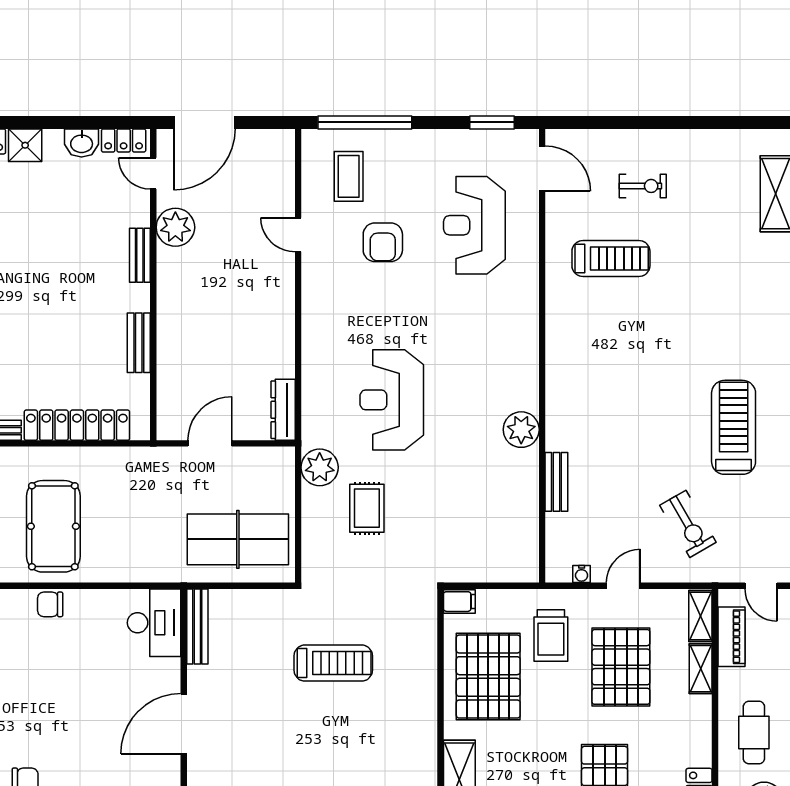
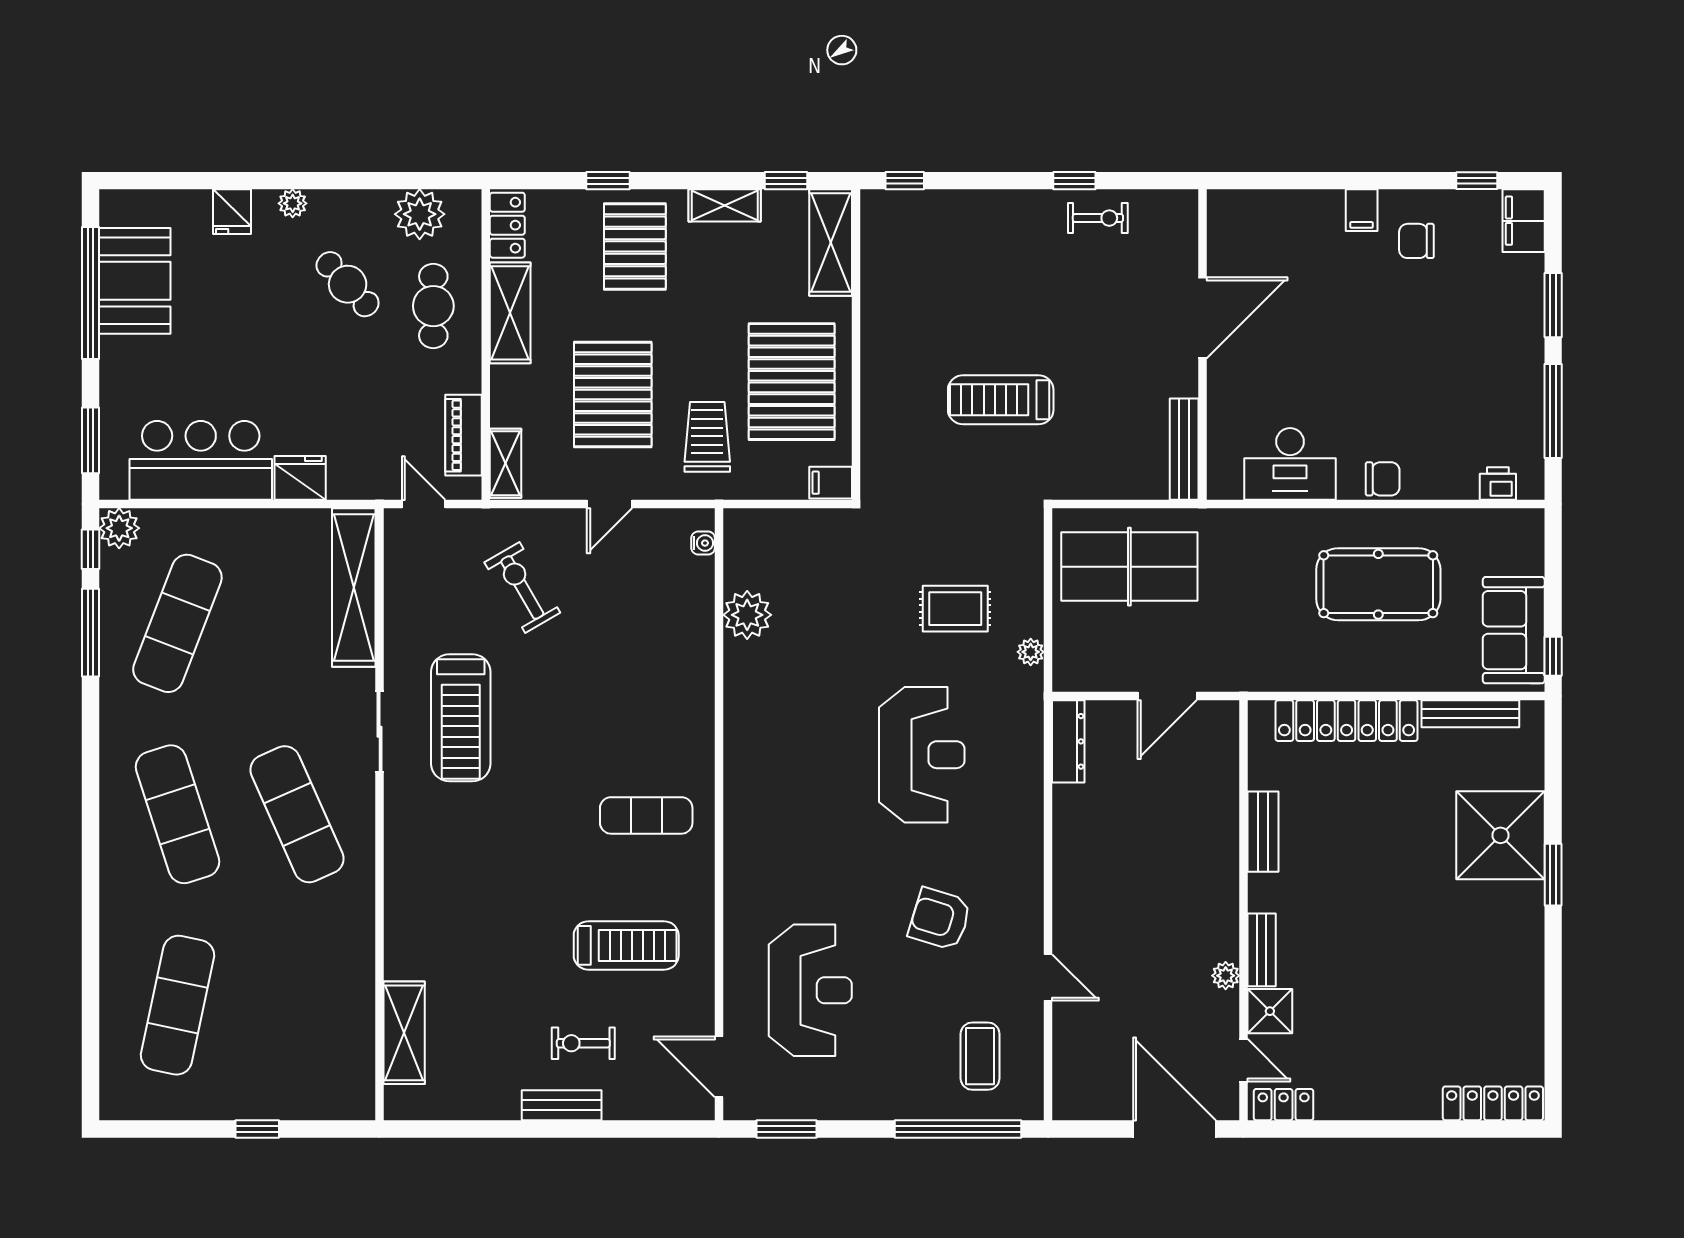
door: (204, 122) -> (1175, 1129), hinge flipped
washbasin: (82, 143) -> (1340, 1101), removed
shower: (25, 145) -> (1270, 1011), moved
plant: (175, 227) -> (1226, 976), width x0.53, depth x0.53
armchair: (383, 242) -> (940, 919), moved, turned -73
treadmill: (611, 258) -> (626, 945), turned 180
exercise mat: (596, 355) -> (646, 815), added
plant: (521, 430) -> (747, 615), moved
plant: (320, 467) -> (1031, 652), width x0.53, depth x0.53
bench: (556, 482) -> (562, 1105), moved, turned 90
rug: (367, 508) -> (955, 609), turned 90
pool table: (53, 526) -> (1378, 584), turned 90
water cooler: (582, 574) -> (703, 543), moved, turned 90
desk: (154, 623) -> (1290, 464), moved, turned -90
shelving: (701, 669) -> (510, 313), moved, width x1.50, depth x1.33

